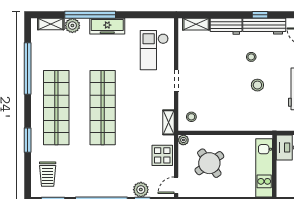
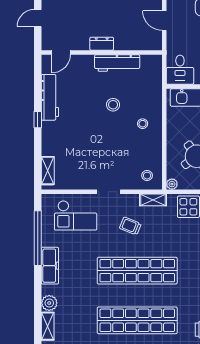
window: (90, 15) -> (38, 238), moved
window: (260, 15) -> (38, 120), moved
workbench: (226, 26) -> (50, 138), removed
stool: (251, 57) -> (143, 124), moved
trolley: (144, 101) -> (130, 226), added

